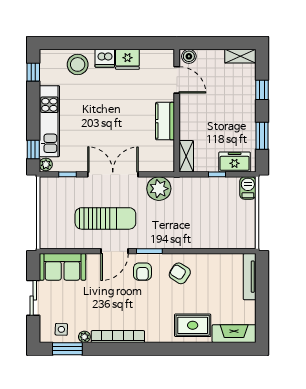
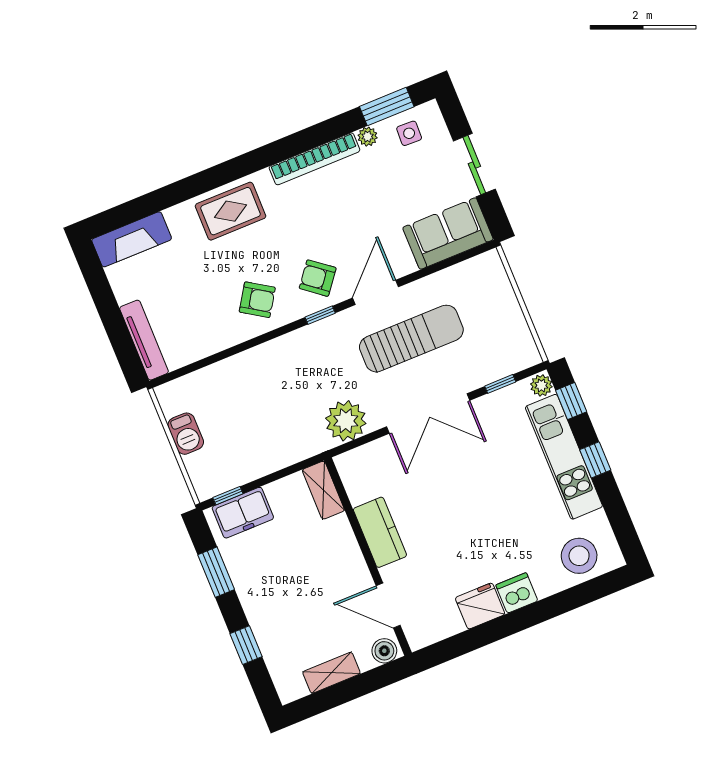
shelving: (240, 56) -> (331, 673), moved
stool: (78, 64) -> (579, 556), moved
window: (33, 72) -> (595, 460), moved
window: (217, 174) -> (228, 496), moved
barbecue: (248, 188) -> (186, 434), moved
sun lounger: (105, 218) -> (411, 339), turned 180
window: (149, 251) -> (320, 315), width x0.67
armchair: (142, 272) -> (318, 278), turned -52
rug: (193, 325) -> (230, 211), moved

